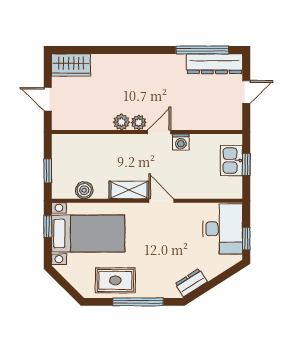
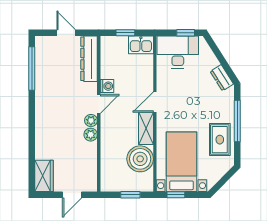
dresser: (214, 64) -> (89, 59), moved, turned 180
door: (159, 132) -> (99, 104), swing flipped
kitchen sink: (231, 161) -> (141, 45), moved
boiler: (84, 190) -> (140, 159), width x1.86, depth x1.86

